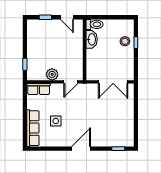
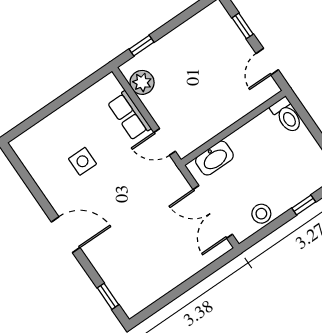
washbasin: (92, 39) -> (214, 158), moved
stool: (125, 41) -> (261, 214), moved
plant: (52, 74) -> (142, 82), moved
row of seats: (39, 89) -> (129, 116), moved
row of seats: (33, 128) -> (45, 132), removed

